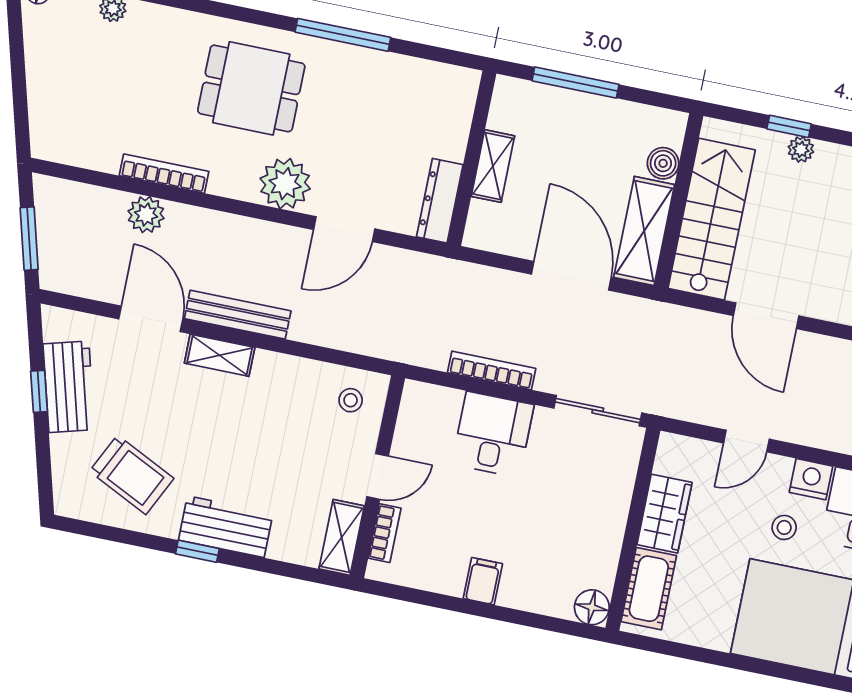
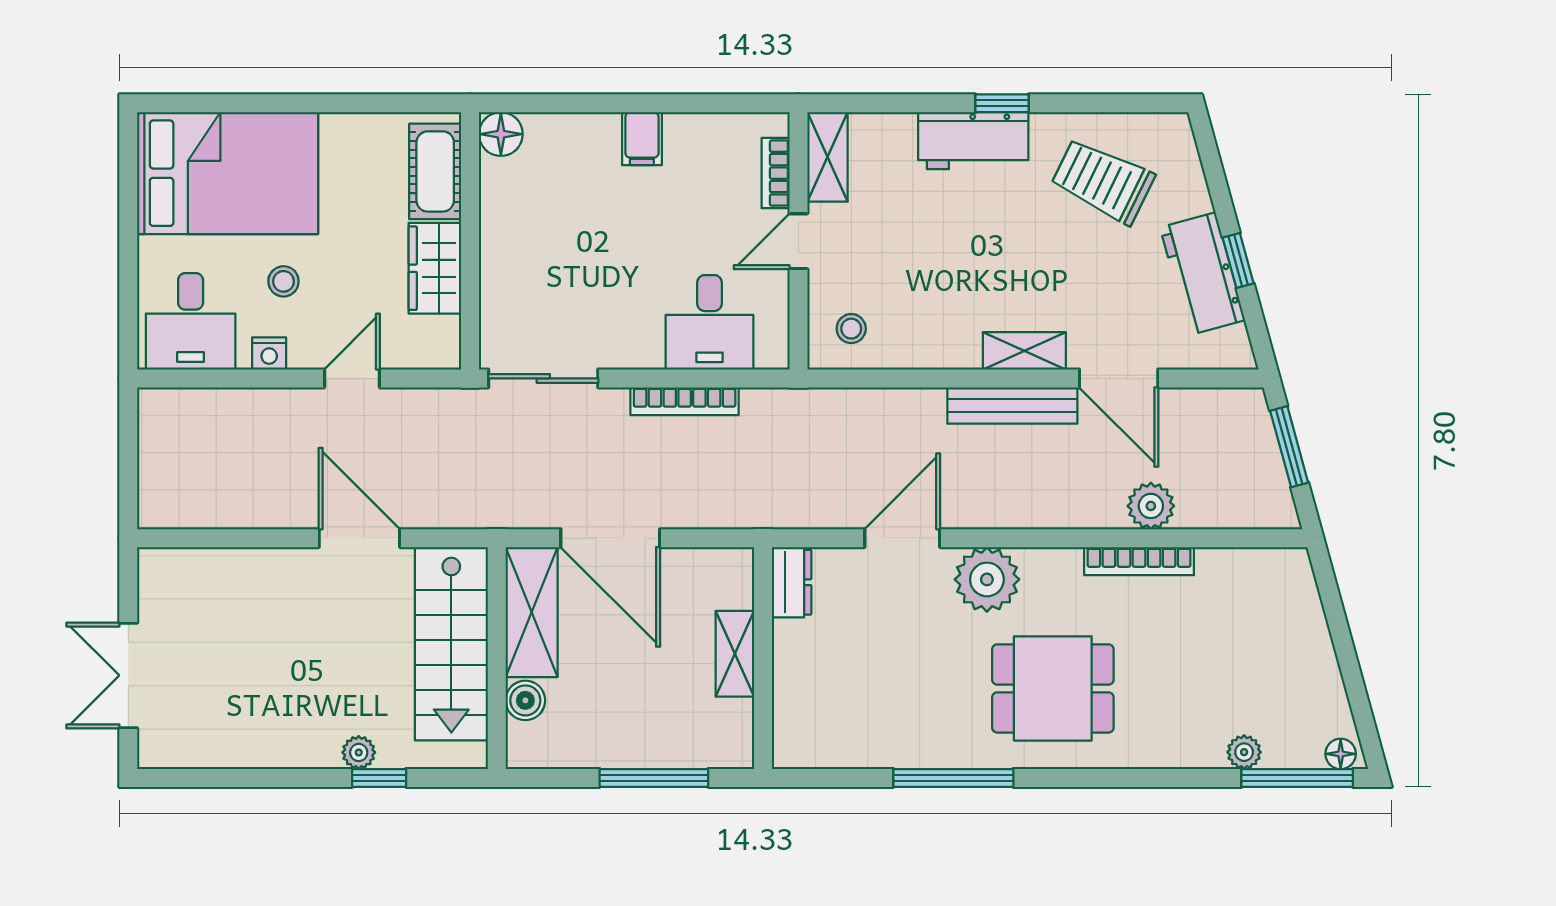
dresser: (440, 201) -> (792, 582), width x0.70
desk: (493, 434) -> (709, 322), moved
nightstand: (811, 479) -> (269, 353), width x0.72, depth x0.74

